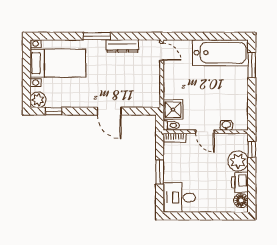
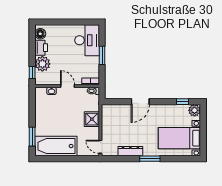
shower: (173, 110) -> (92, 119), moved
door: (109, 111) -> (140, 102), swing flipped
desk: (179, 198) -> (87, 40), width x1.37

